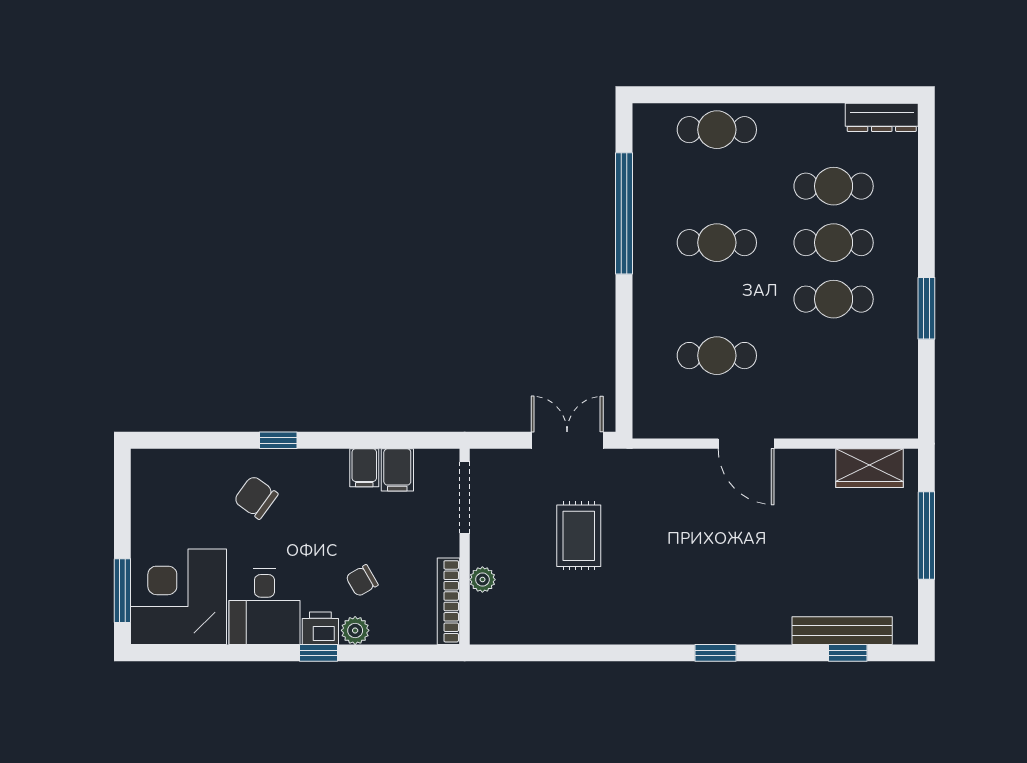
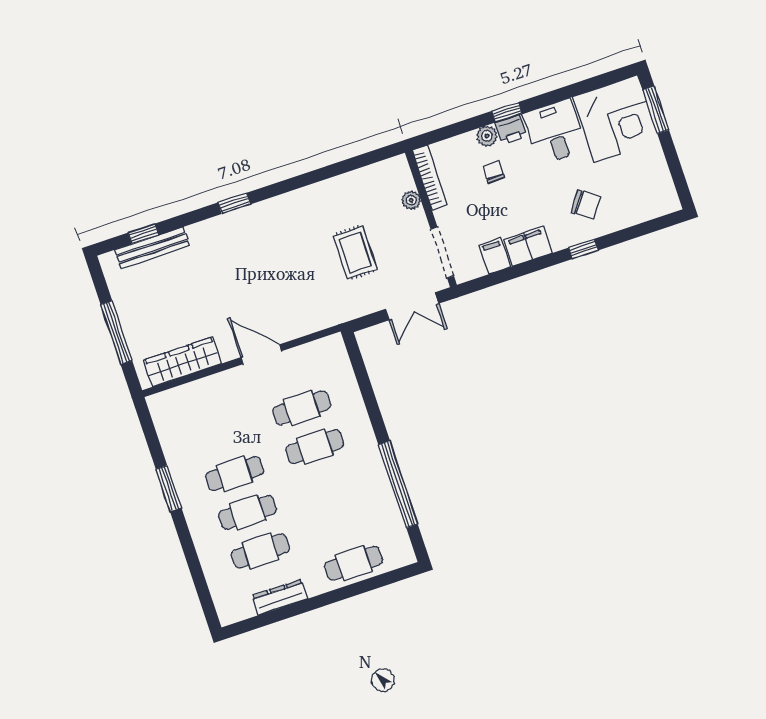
dresser: (882, 117) -> (280, 597), moved
cafe table: (717, 243) -> (315, 447), moved
double door: (567, 440) -> (412, 306), moved
filing cabinet: (364, 468) -> (528, 247), width x2.00
wardrobe: (870, 468) -> (182, 362), width x1.50
chair: (362, 581) -> (494, 172), turned -60

